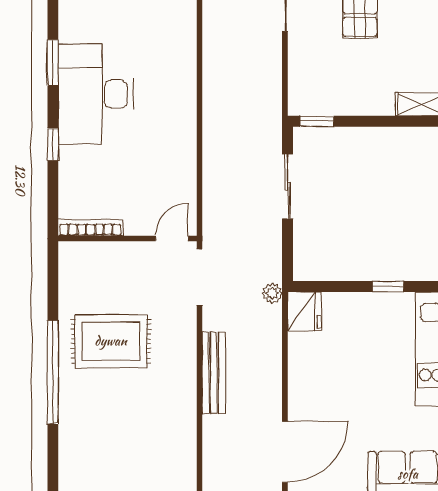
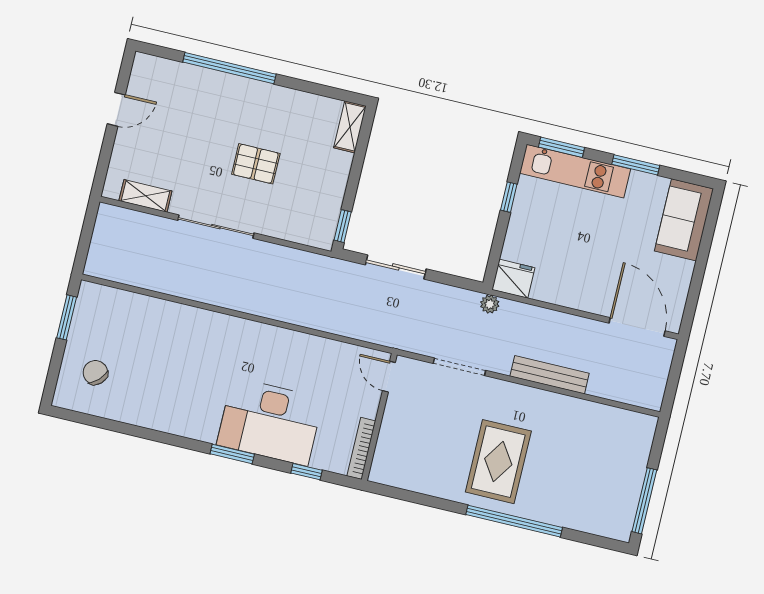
bookcase: (91, 228) -> (361, 448), moved
wall: (128, 239) -> (379, 417), moved
door: (172, 239) -> (389, 377), moved

